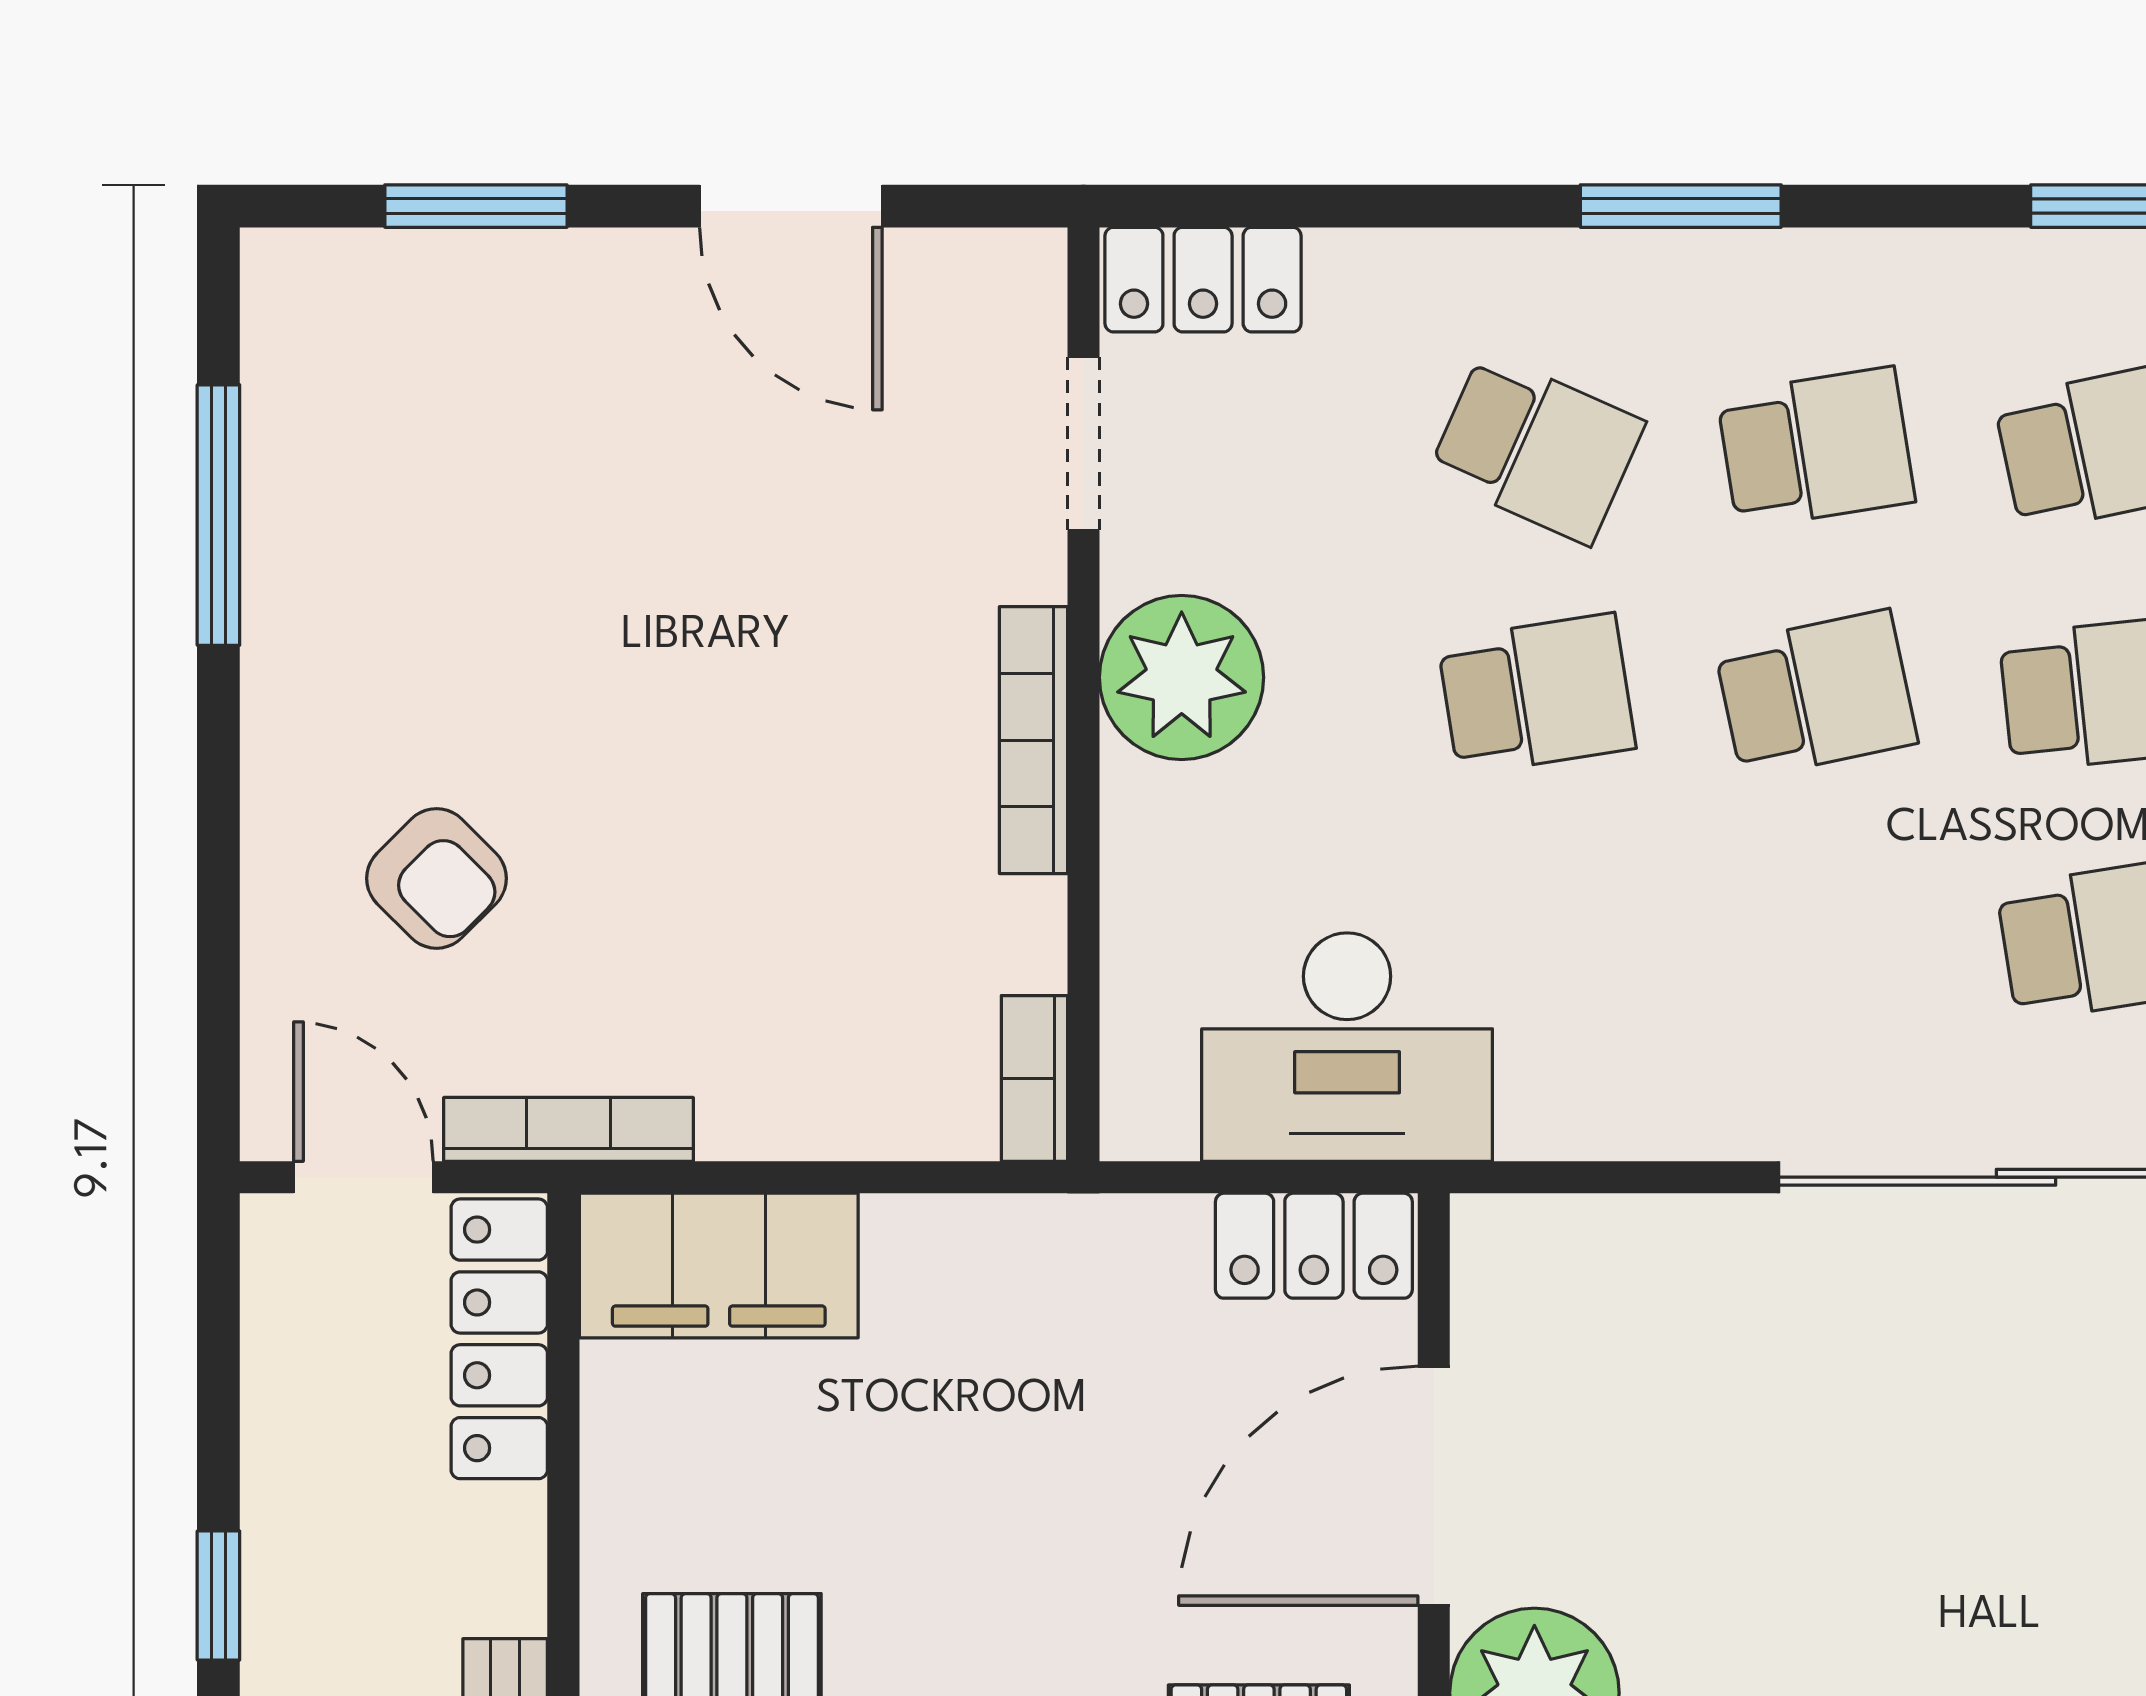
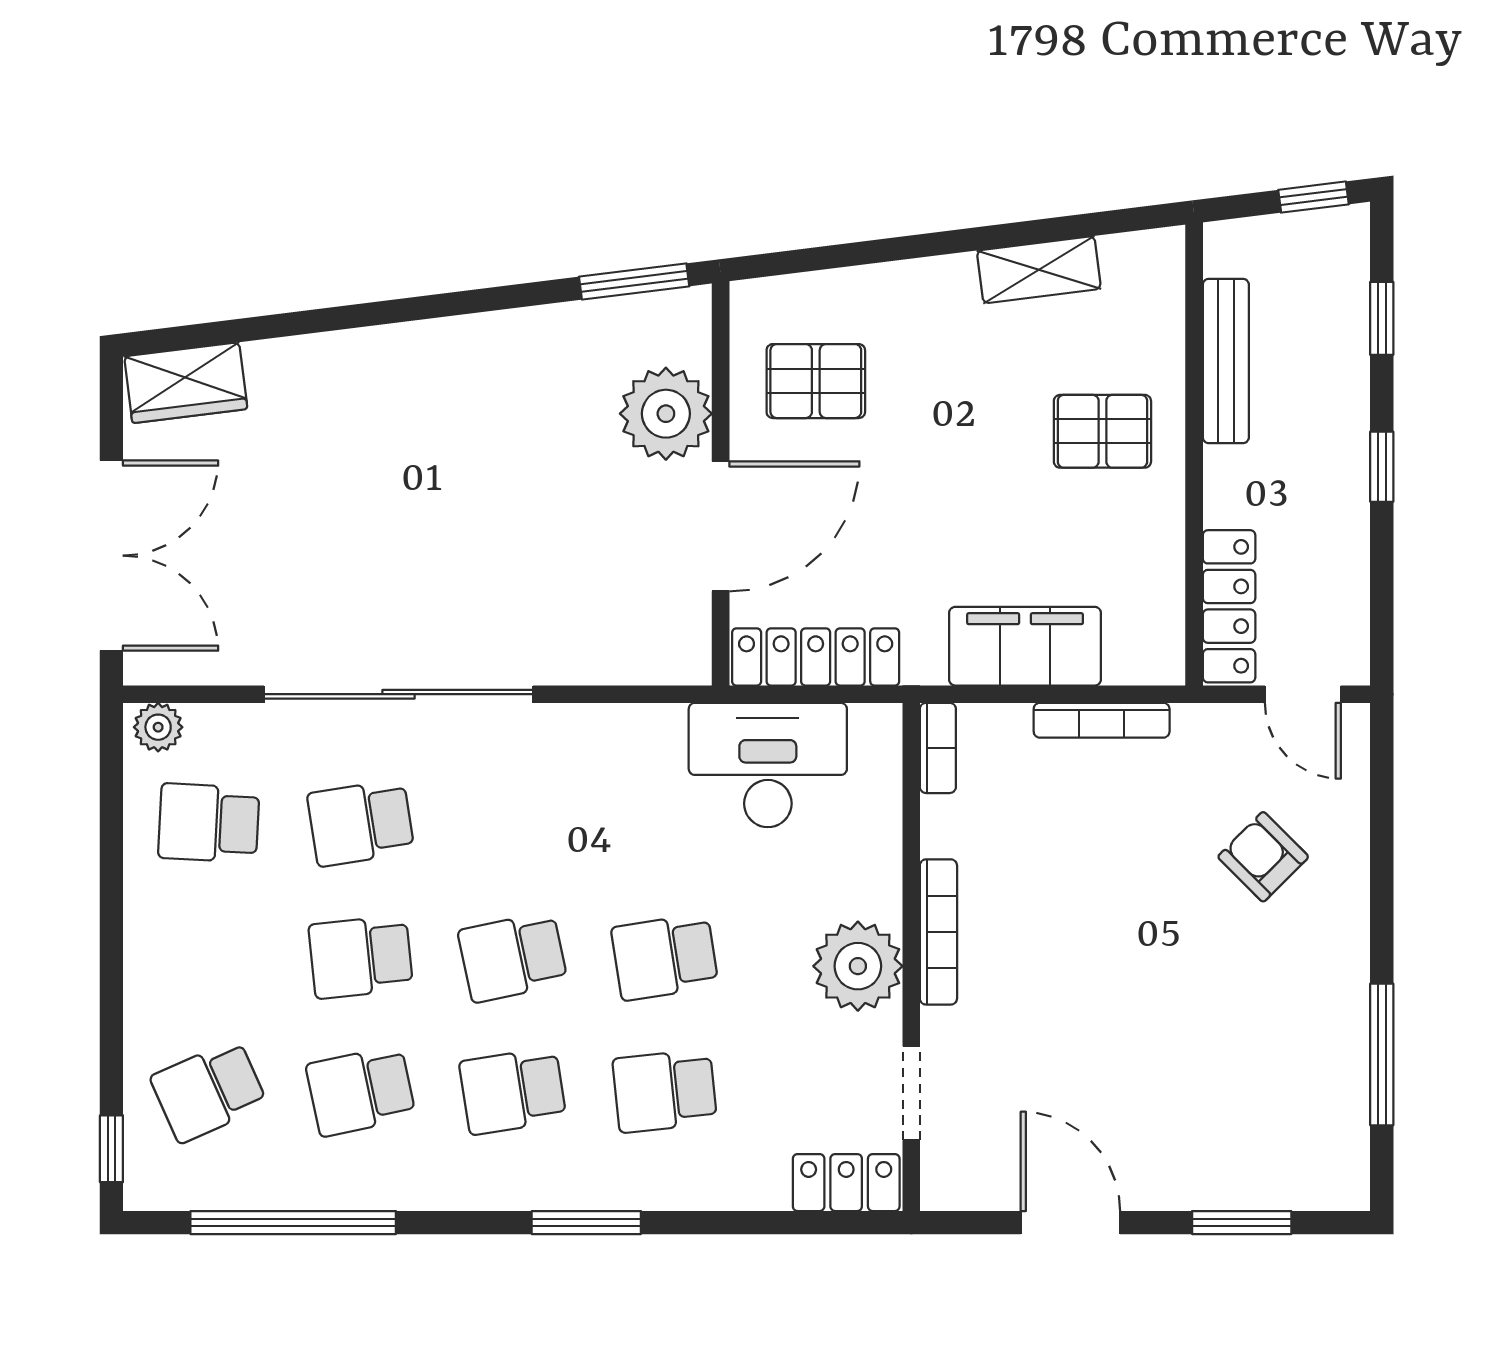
school desk: (1536, 448) -> (665, 1091), turned -30
bookcase: (568, 1129) -> (1102, 720), moved
locker: (1314, 1246) -> (816, 657), width x1.53
filing cabinet: (719, 1265) -> (1025, 646), moved

